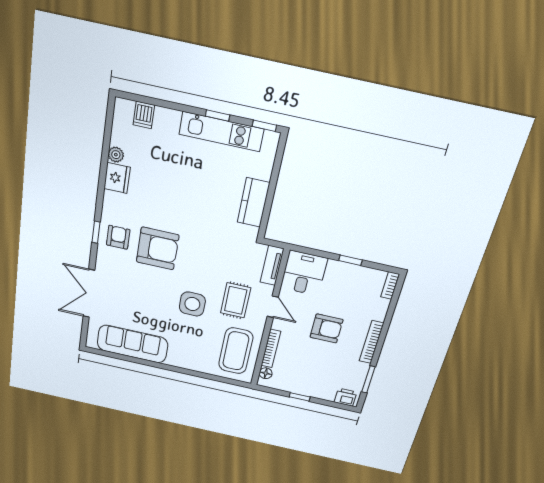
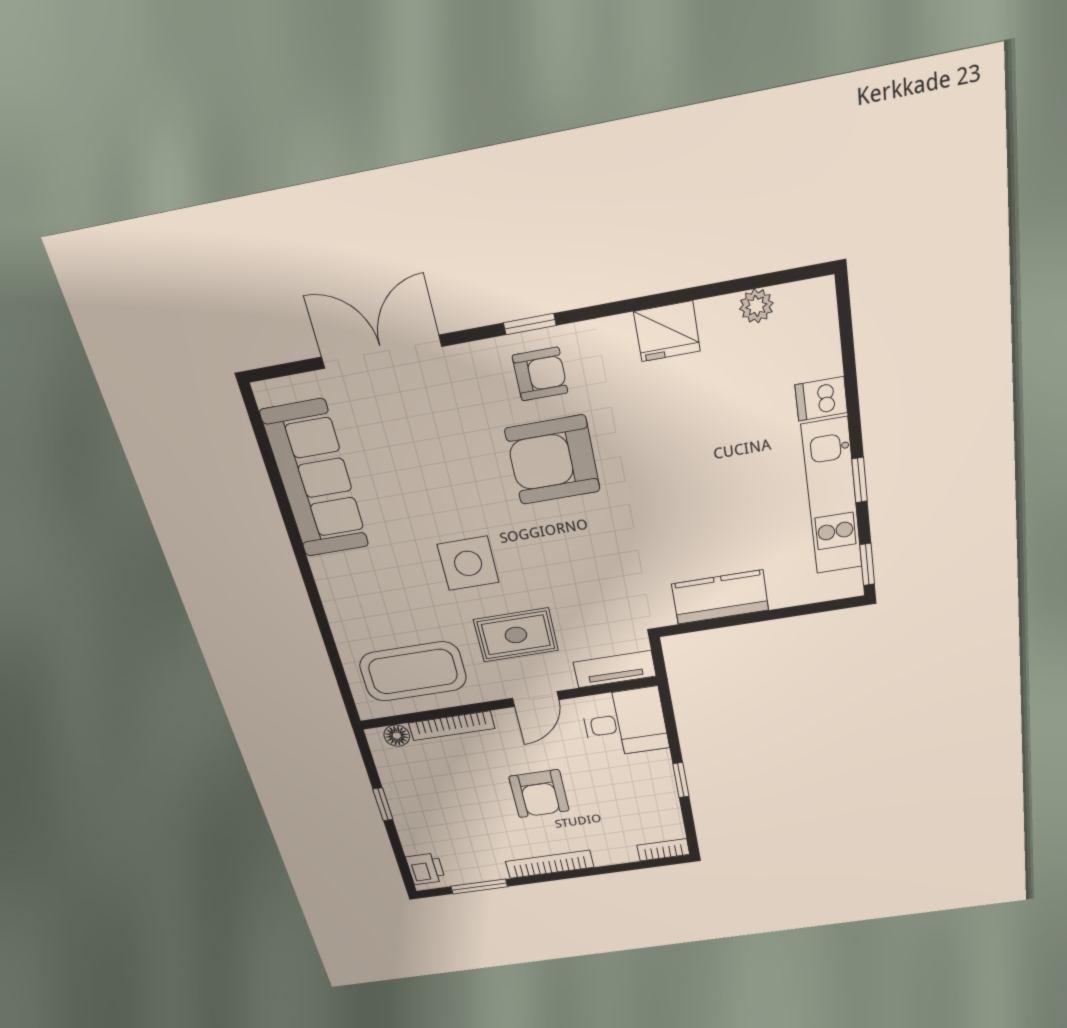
dishwasher: (144, 115) -> (821, 399), moved
plant: (116, 155) -> (756, 306), moved
armchair: (158, 248) -> (553, 460), turned 90

